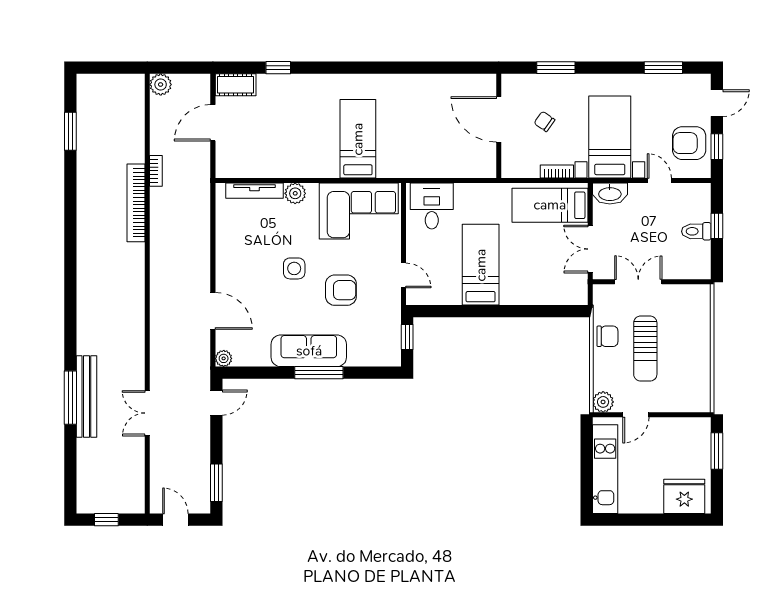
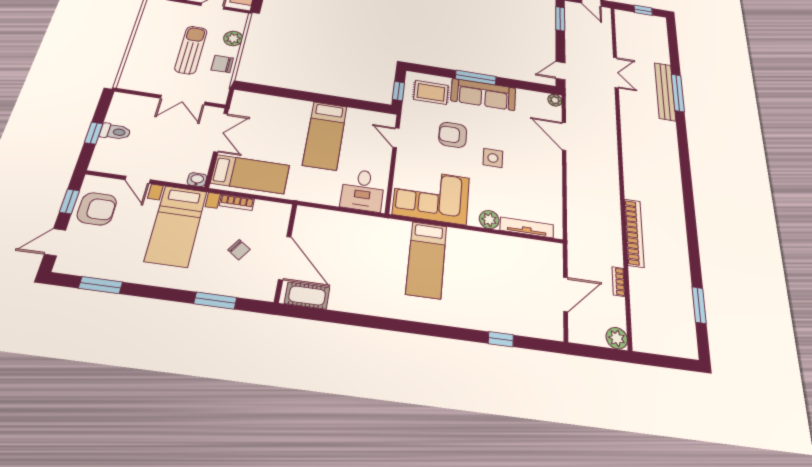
cot: (236, 85) -> (307, 296), moved
bookcase: (156, 171) -> (619, 282), moved
washbasin: (610, 193) -> (197, 180), width x0.52, depth x0.69
rug: (370, 342) -> (431, 92), added
plant: (603, 402) -> (233, 38), moved

